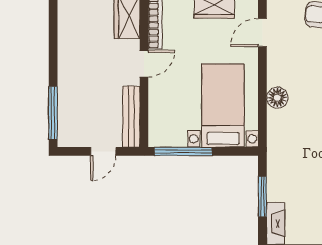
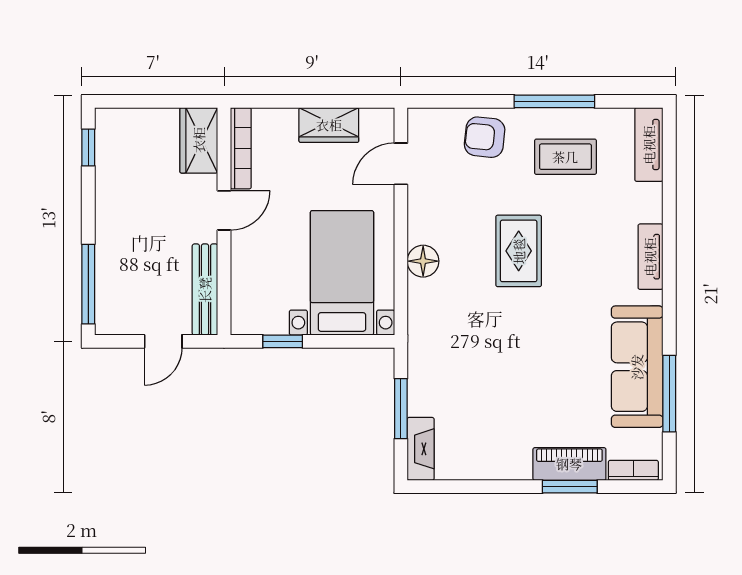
window: (53, 22) -> (88, 147), added
window: (183, 151) -> (283, 341), width x0.46

